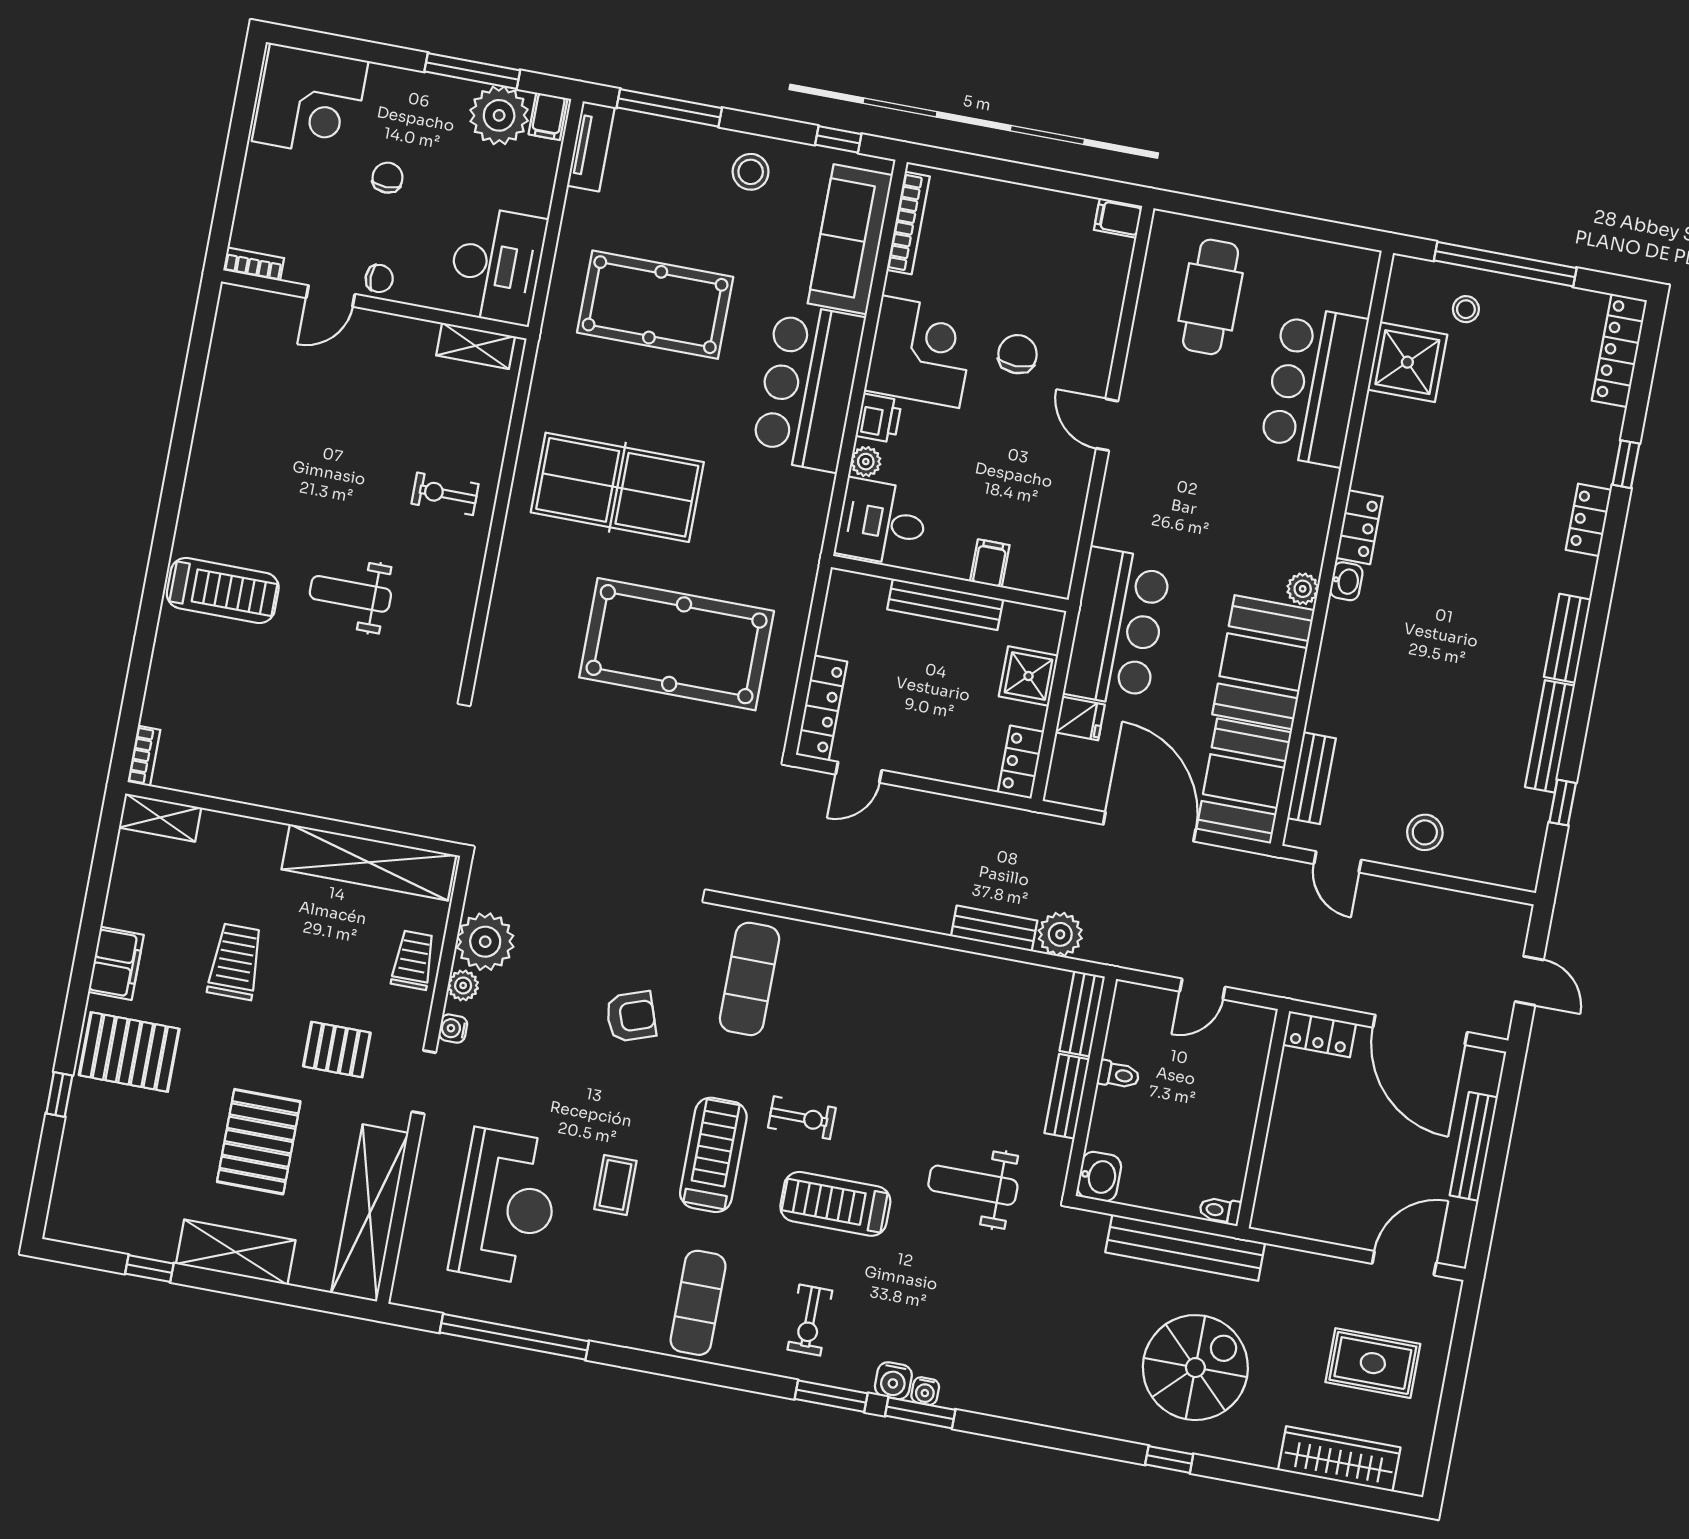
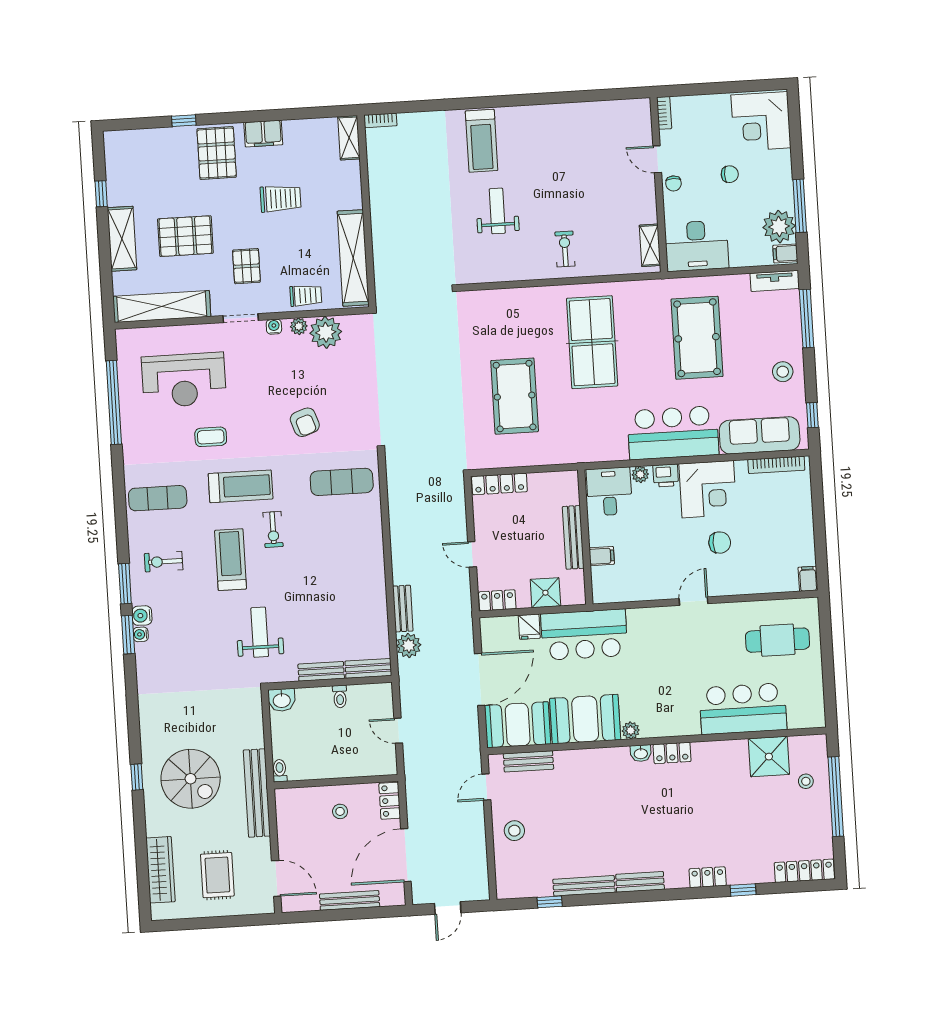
pool table: (677, 644) -> (515, 396), width x0.73, depth x0.76
door: (859, 772) -> (472, 554), moved
stool: (1316, 1124) -> (340, 811), added
bench: (1185, 1248) -> (257, 793), moved

